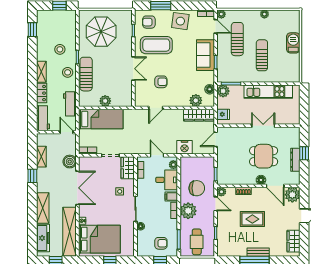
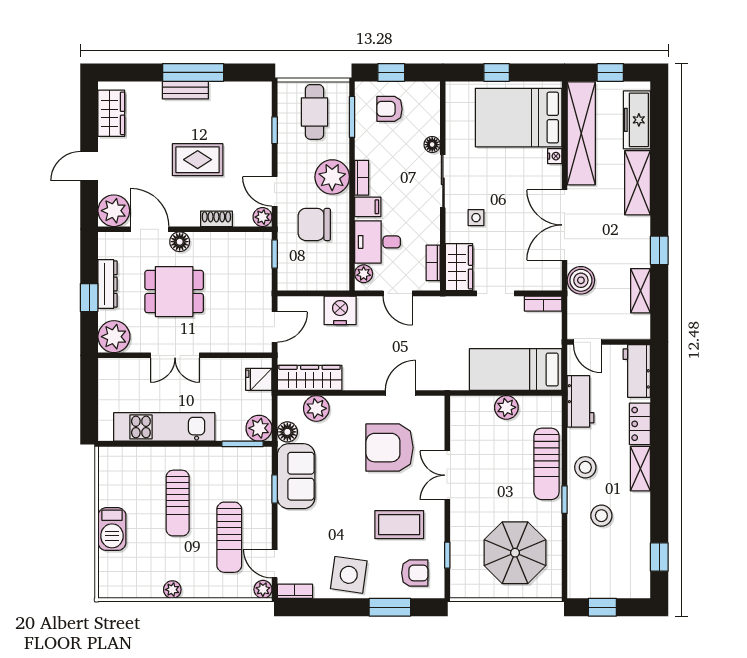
coffee table: (156, 45) -> (399, 525), width x0.73, depth x0.76
sofa: (205, 55) -> (296, 476), moved
armchair: (161, 82) -> (390, 448), width x1.88, depth x1.88
plant: (292, 135) -> (114, 337), added

